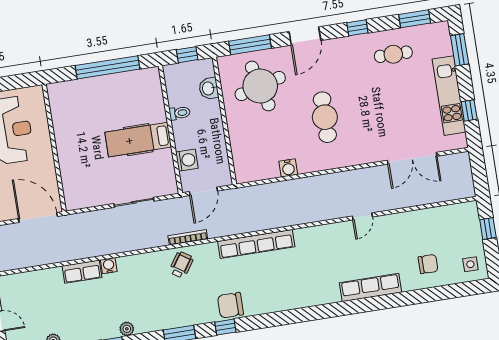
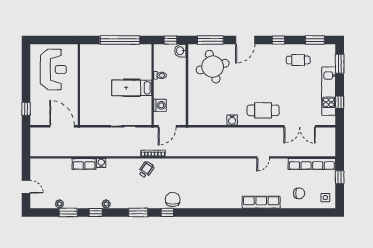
washbasin: (209, 88) -> (180, 51), moved
cafe table: (325, 117) -> (263, 110), moved, turned 90
water cooler: (288, 168) -> (232, 120), moved
row of seats: (256, 244) -> (312, 164), moved
chair: (230, 305) -> (173, 199), turned 90

